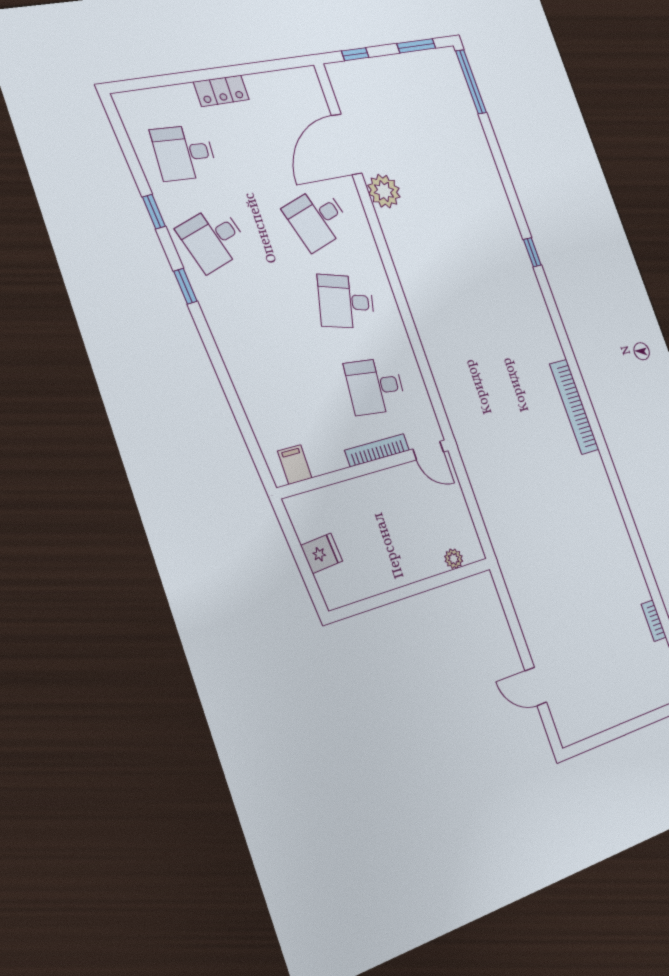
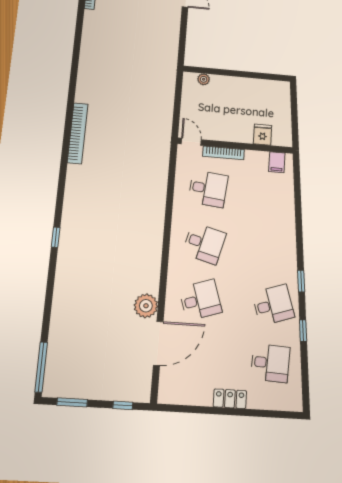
fridge: (322, 553) -> (263, 135), moved, turned 95

